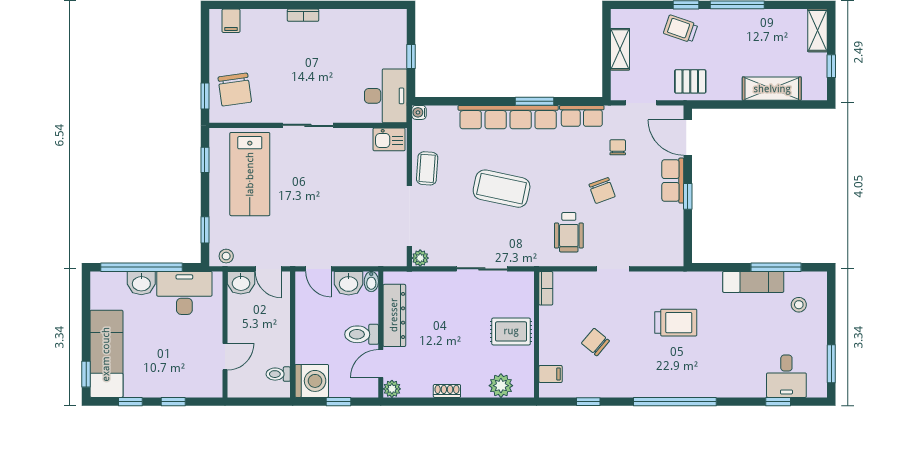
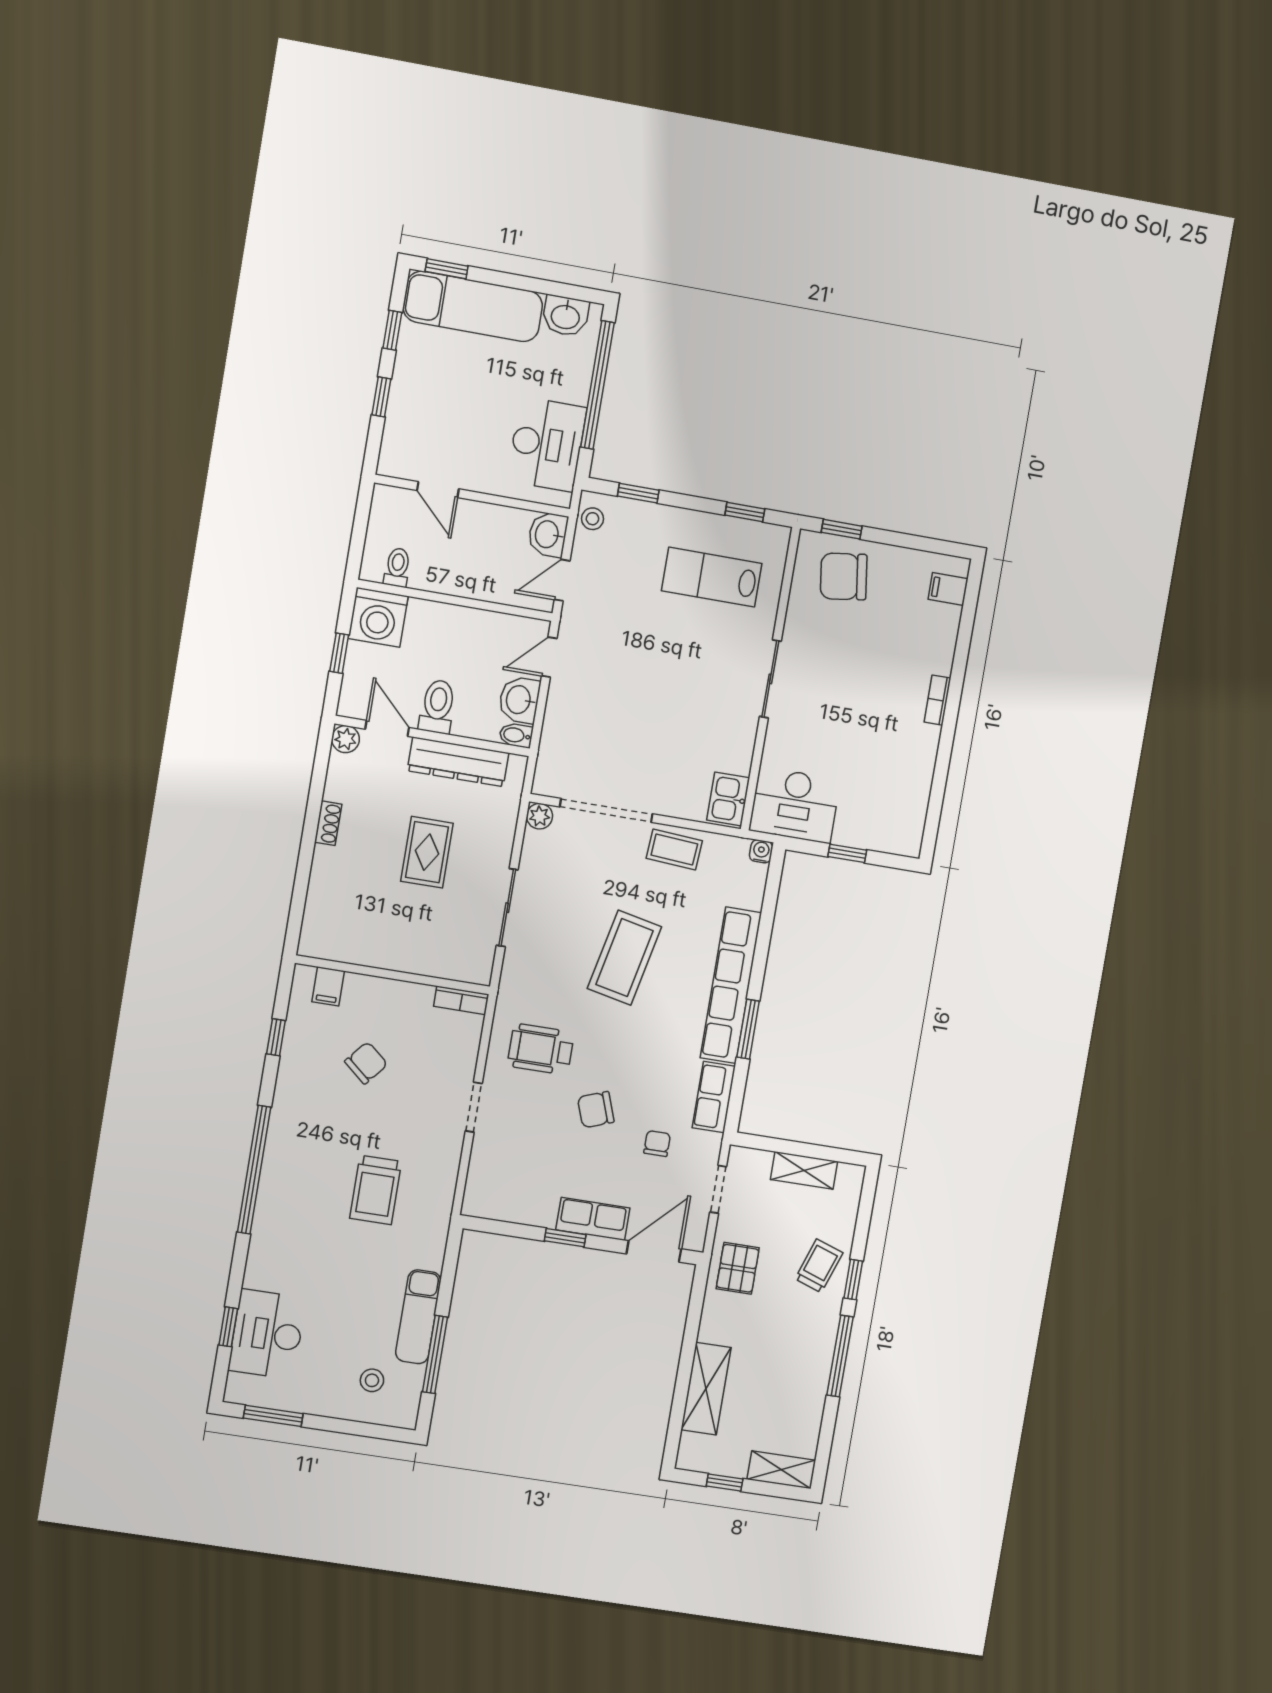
chair: (618, 147) -> (657, 1143), turned -90
lab bench: (250, 174) -> (712, 577), width x0.73, depth x0.72
washbasin: (141, 283) -> (565, 316), moved, turned -90
rug: (511, 331) -> (427, 852), moved
desk: (786, 376) -> (267, 1334), width x1.37
plant: (501, 386) -> (323, 907), removed

